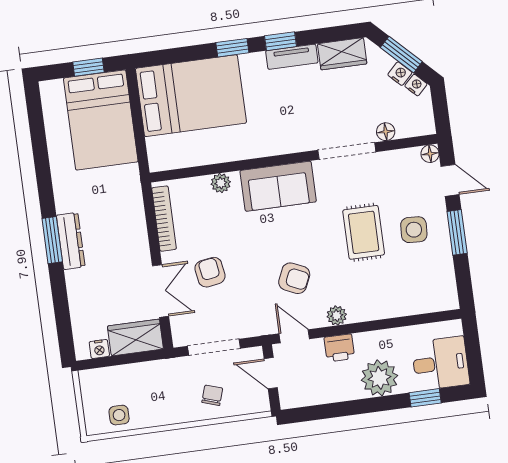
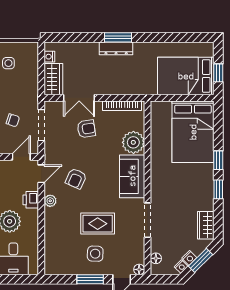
tv unit: (292, 57) -> (208, 195), removed
floor lamp: (386, 132) -> (156, 258), moved
plant: (221, 183) -> (133, 142), width x1.88, depth x1.88

